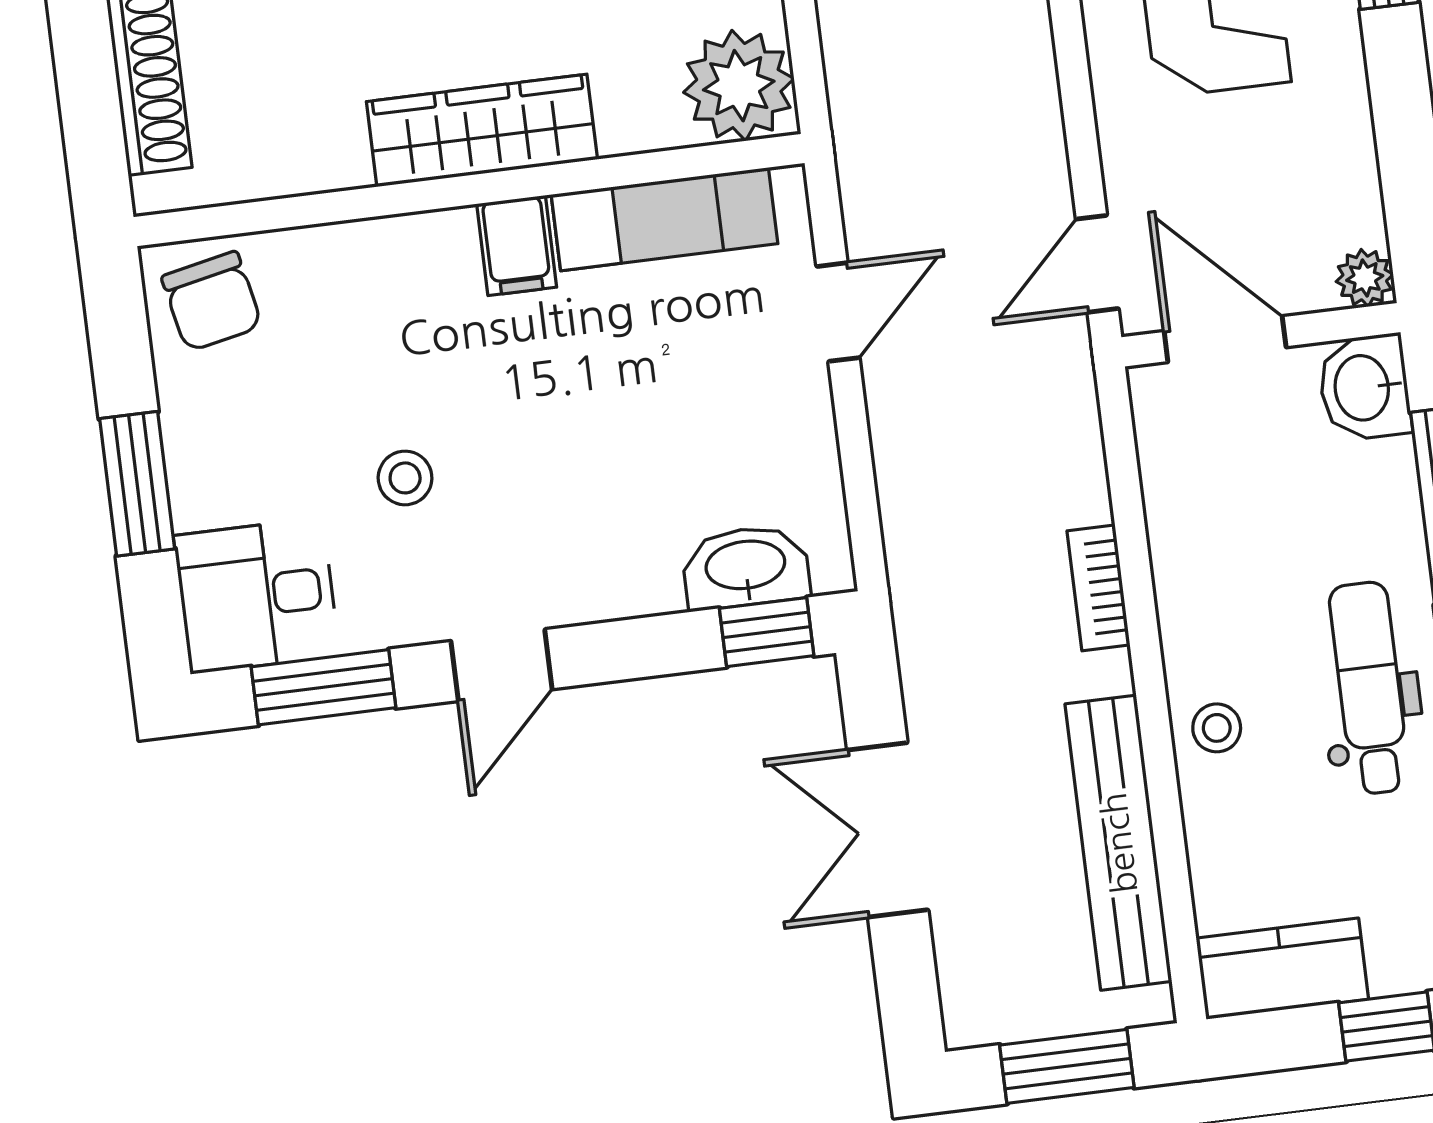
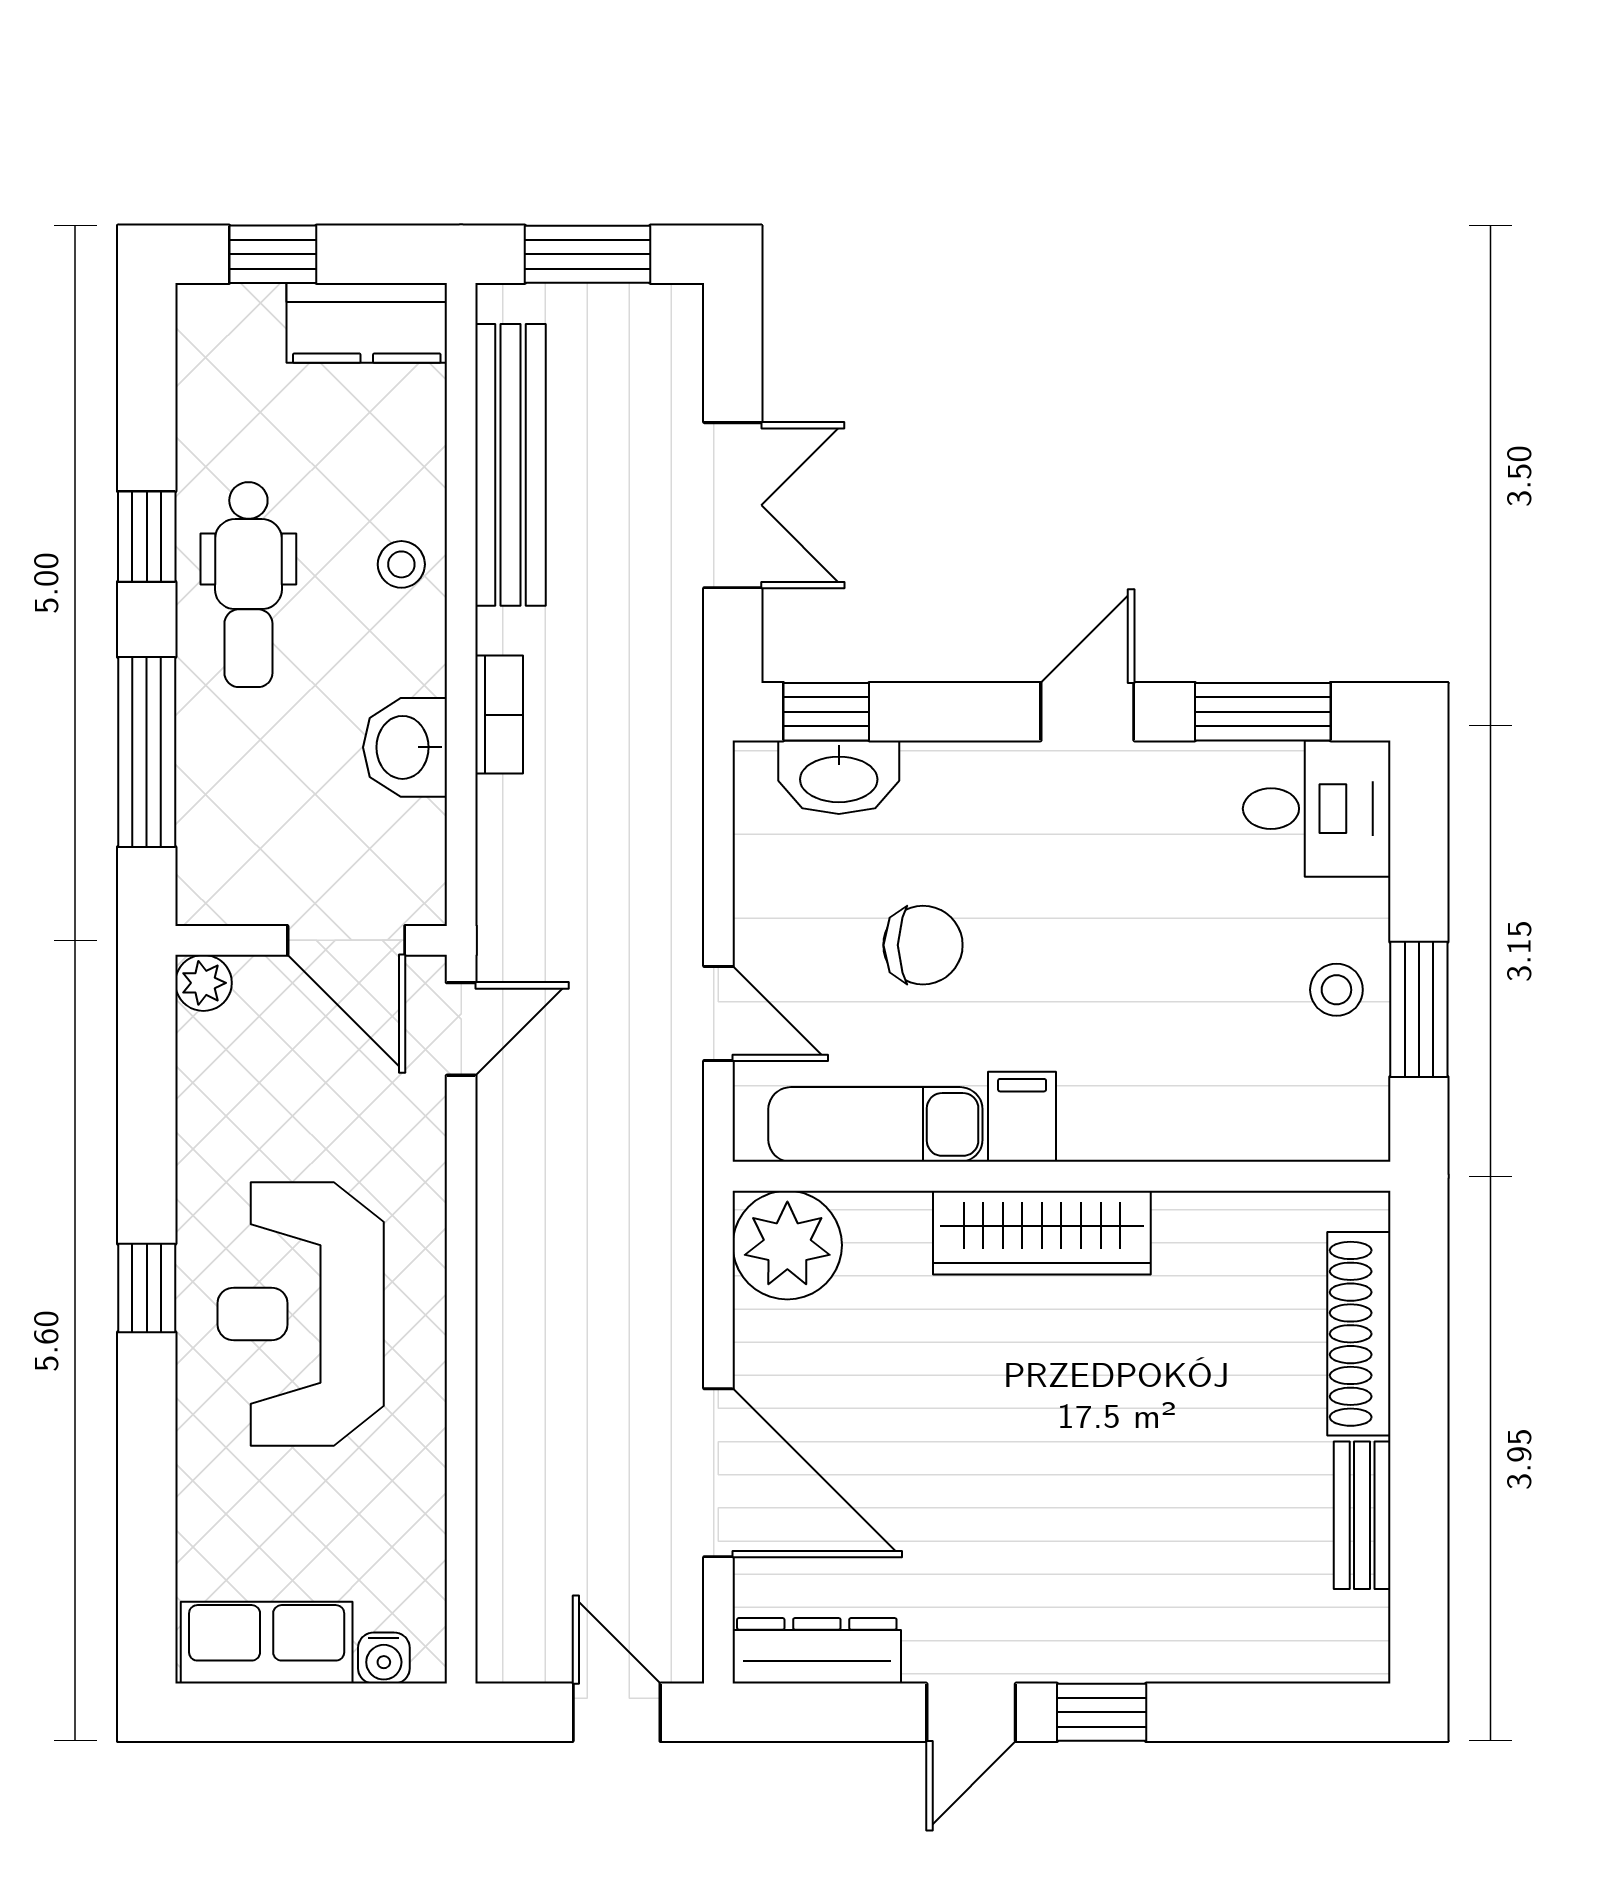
chair: (212, 301) -> (923, 945), moved, turned 102
door: (838, 312) -> (718, 1014), swing flipped
washbasin: (1364, 388) -> (405, 747), moved, turned 180
stool: (405, 478) -> (1336, 990), moved
window: (137, 484) -> (1419, 1009), moved

